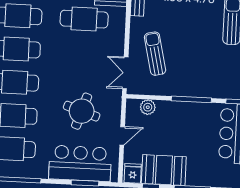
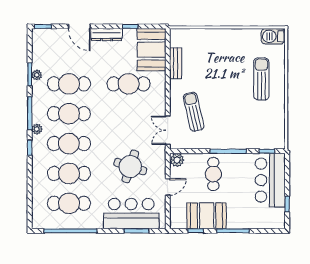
plant: (148, 107) -> (177, 160), moved
cafe table: (174, 124) -> (213, 174), added
fridge: (133, 173) -> (179, 220), removed

